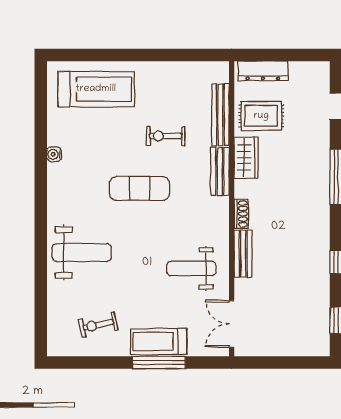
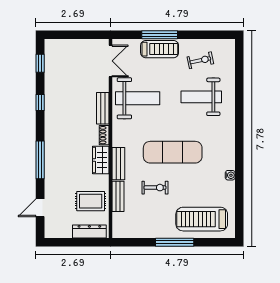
window: (136, 55) -> (175, 242), added
bench: (220, 115) -> (118, 196), width x0.73
wardrobe: (246, 158) -> (101, 160), moved
exercise mat: (139, 188) -> (173, 152), width x1.36, depth x1.45
weight bench: (82, 253) -> (201, 97), moved
weight bench: (191, 268) -> (138, 98), width x1.36, depth x1.33

